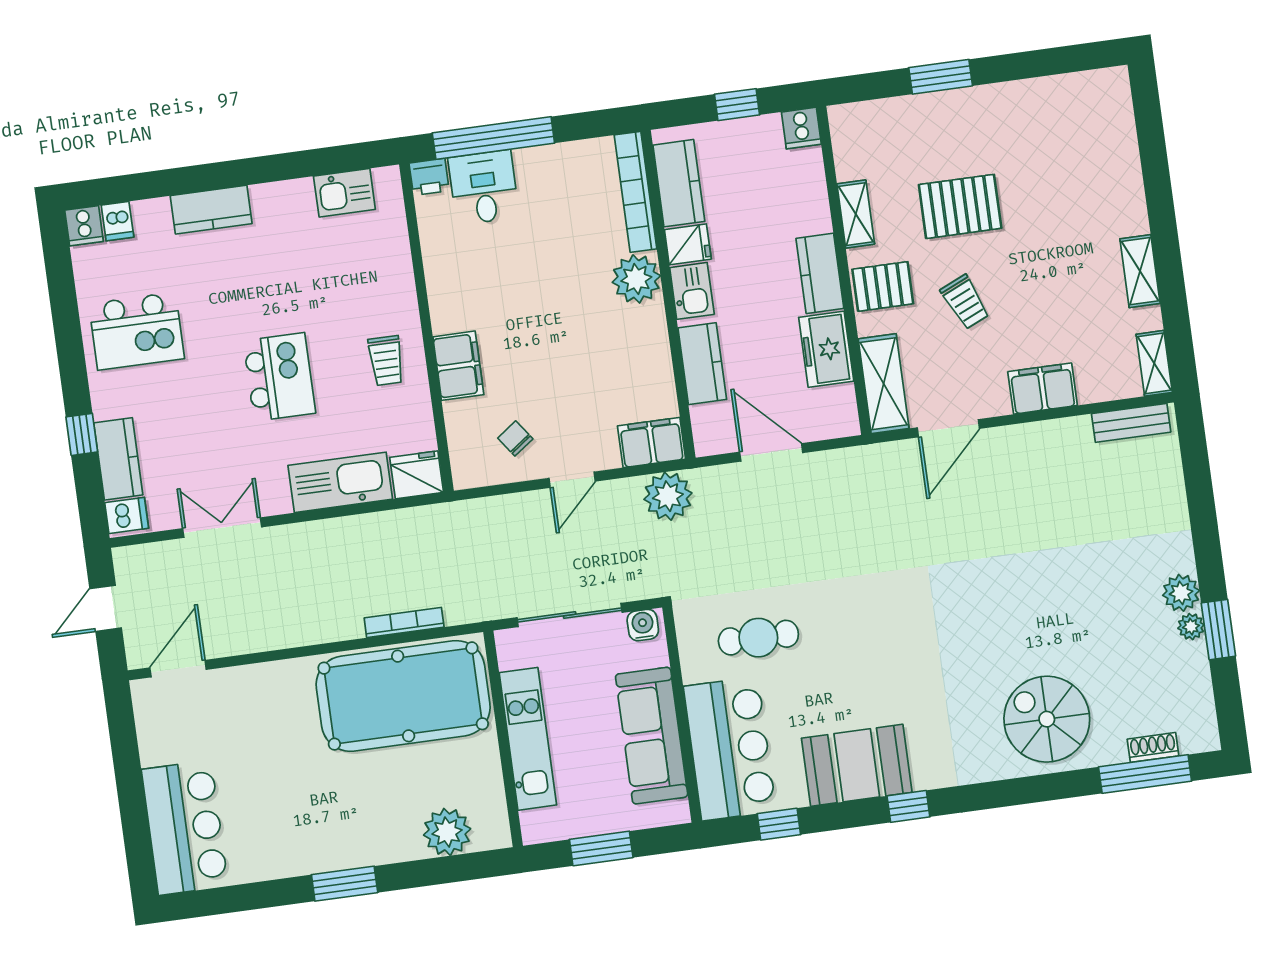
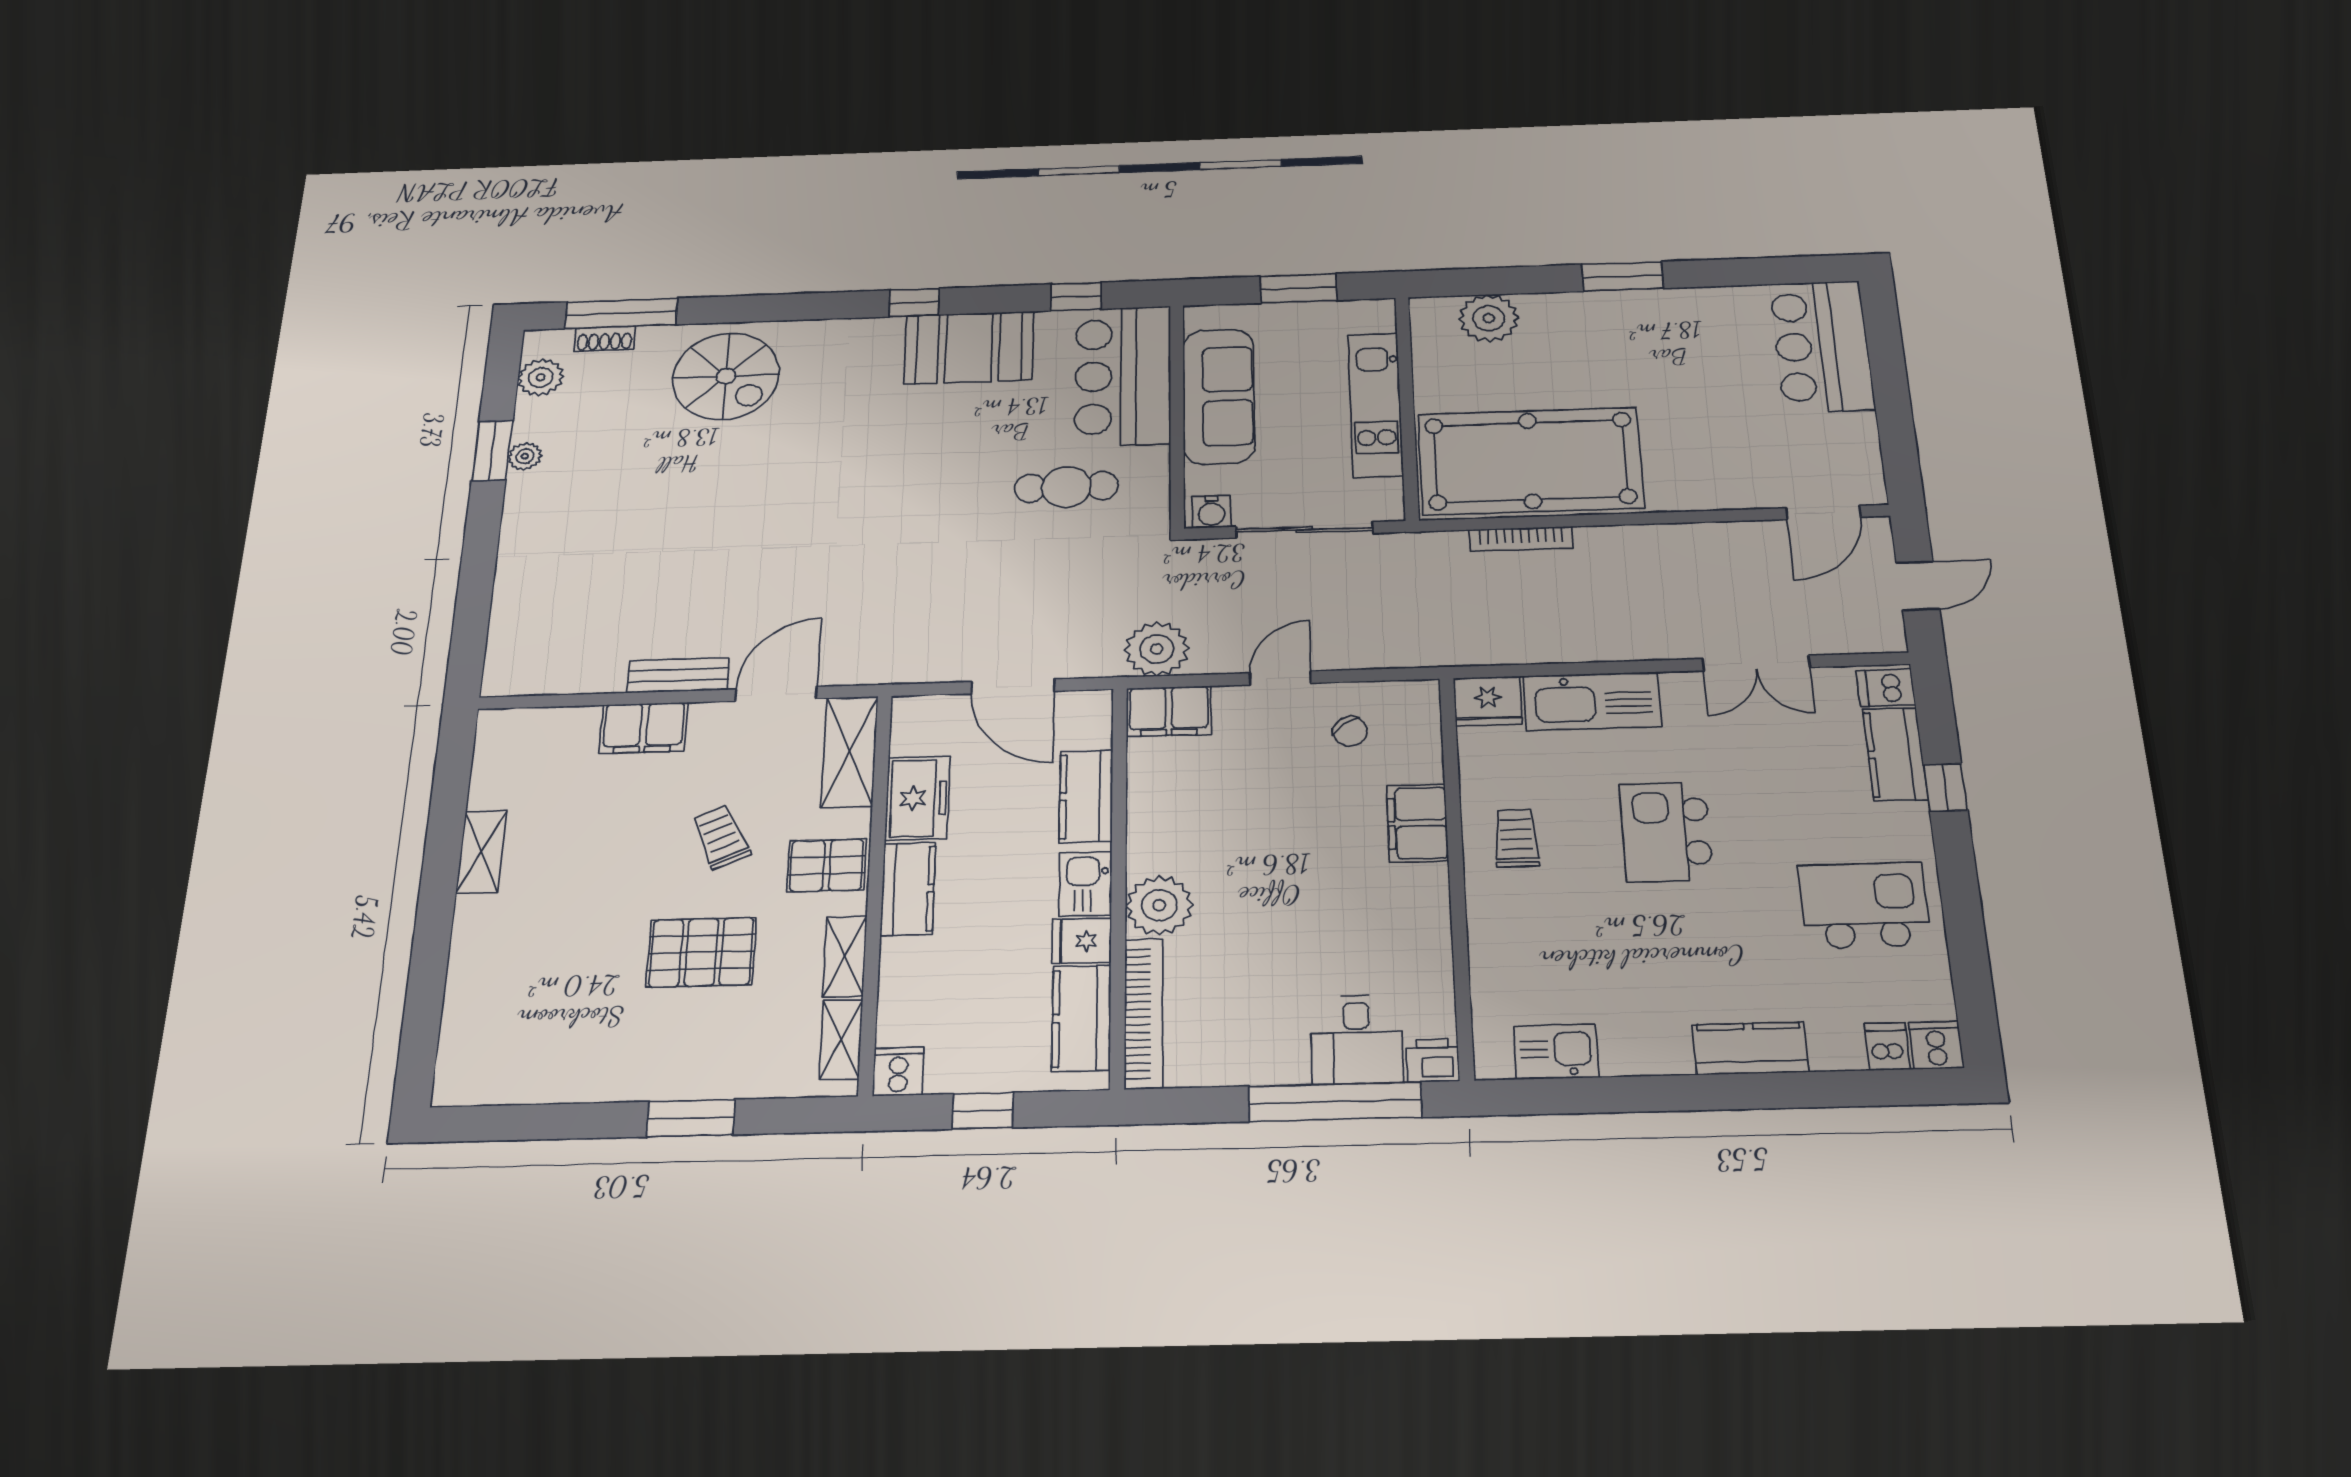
shelving: (1154, 363) -> (841, 1039), moved
bench: (1131, 423) -> (678, 675), moved
plant: (1181, 593) -> (541, 377), moved

